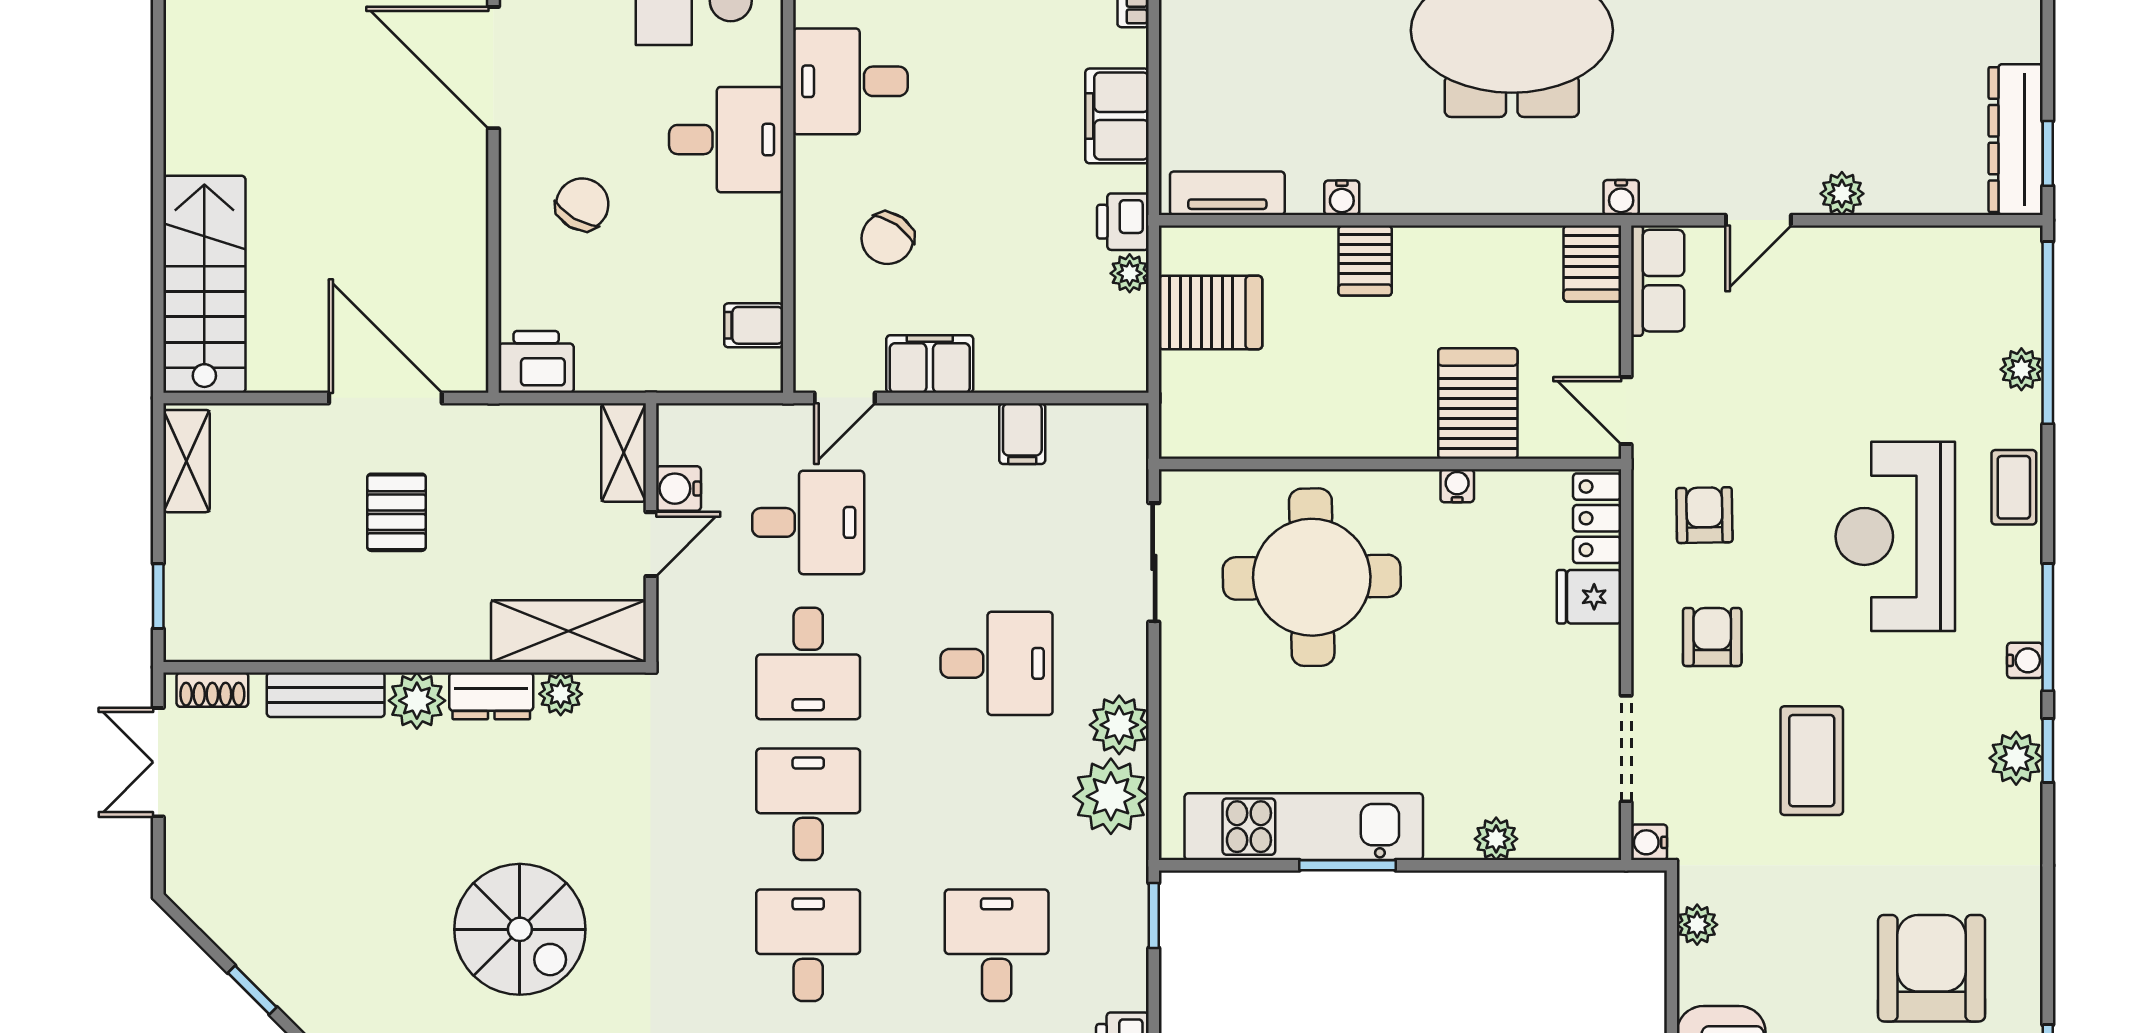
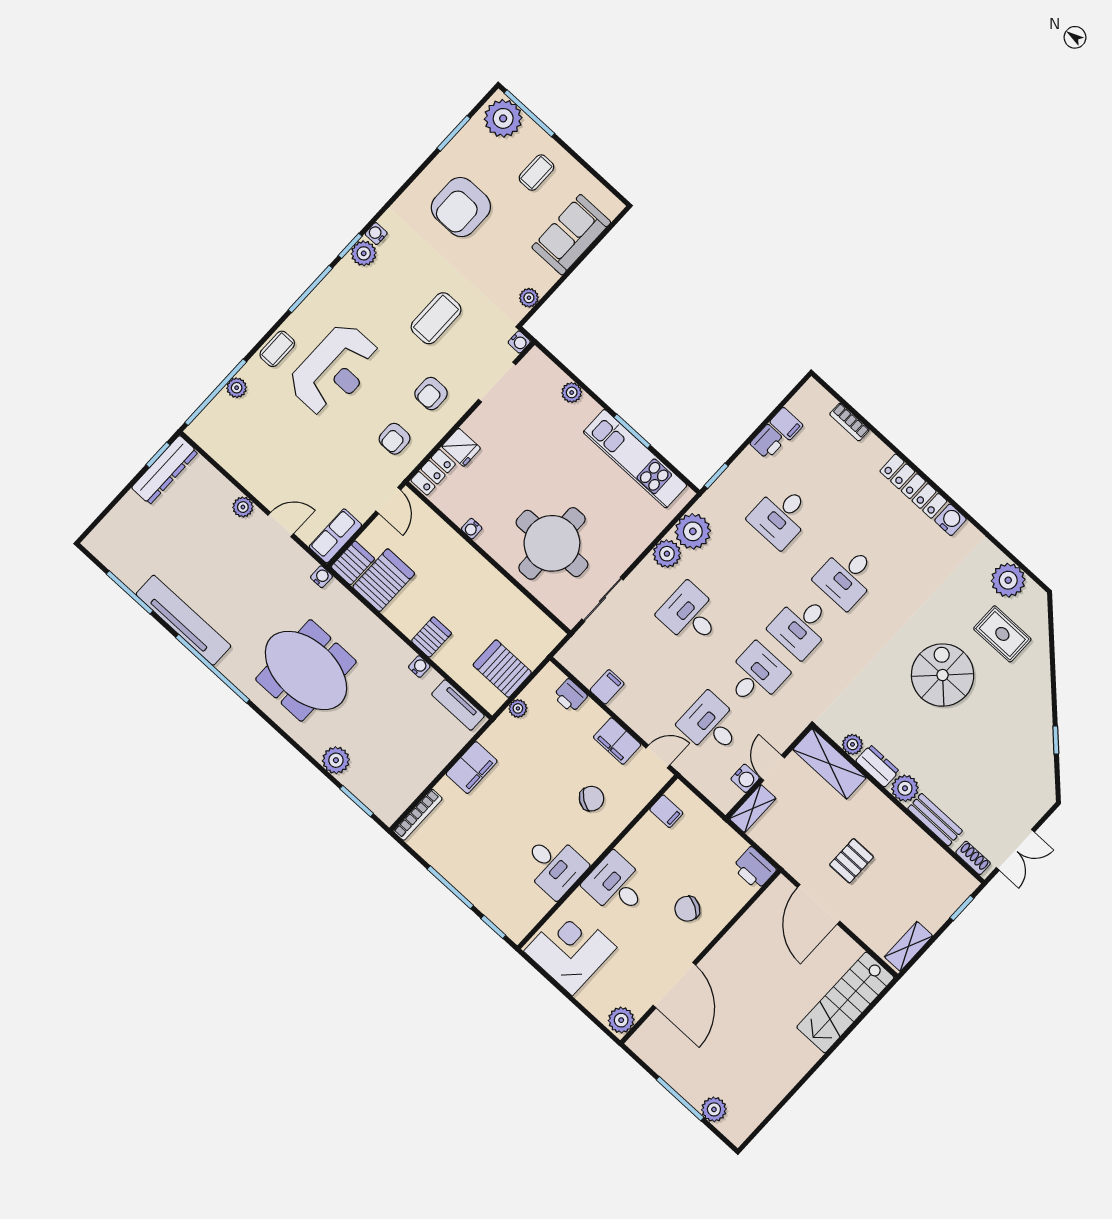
printer: (1123, 222) -> (570, 696), moved, turned 90
server rack: (1478, 404) -> (384, 580), moved, turned 180
door: (651, 544) -> (773, 768), hinge flipped
water cooler: (2025, 660) -> (376, 234), moved

